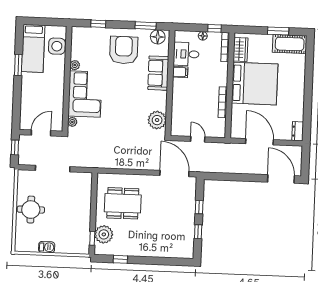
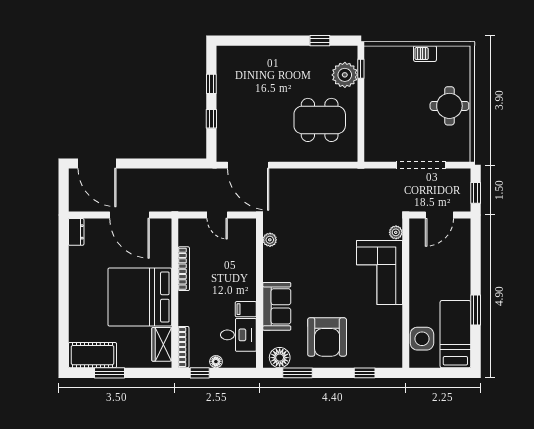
plant: (75, 65) -> (396, 313), removed
plant: (157, 120) -> (270, 240), width x0.53, depth x0.53

